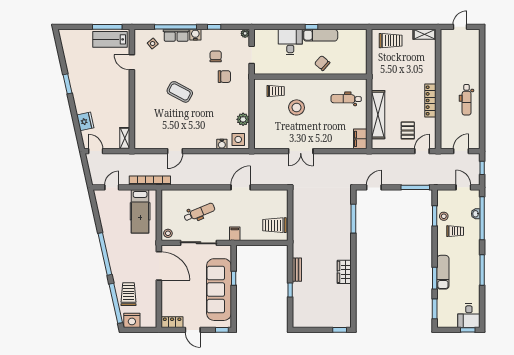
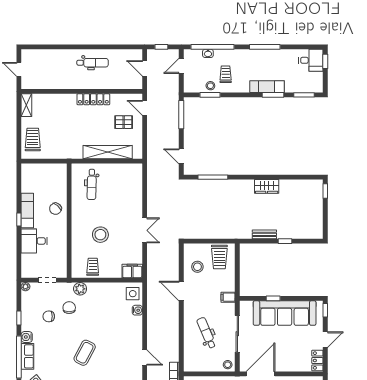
trolley: (276, 91) -> (93, 267), moved
plant: (243, 119) -> (80, 289), moved
filing cabinet: (360, 139) -> (132, 271), moved, turned 180
stool: (265, 203) -> (197, 267), added

